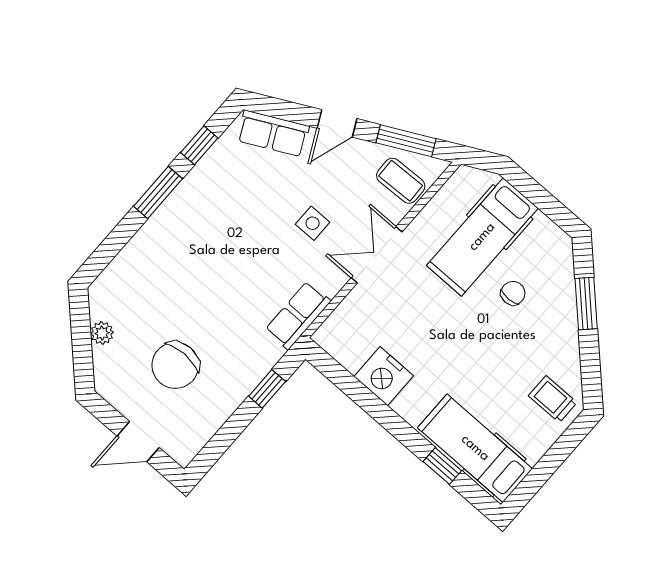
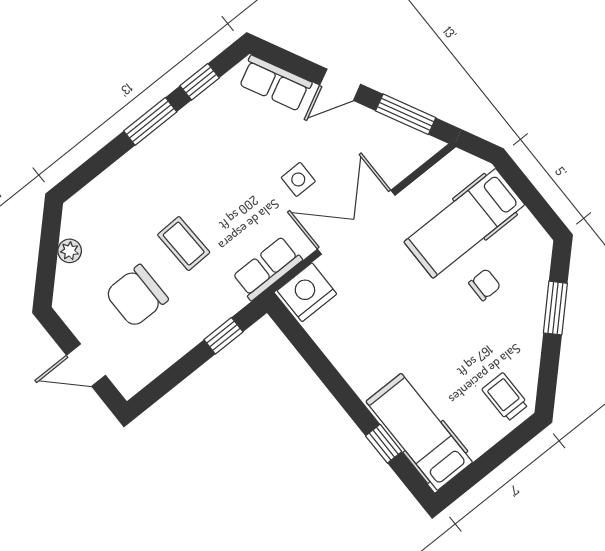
coffee table: (401, 181) -> (184, 244), moved
double door: (377, 255) -> (356, 222), width x1.37
nightstand: (384, 376) -> (307, 292), moved, turned 90

